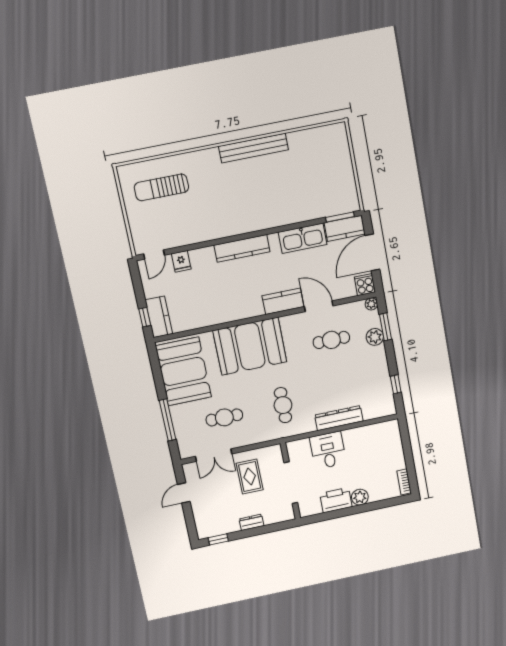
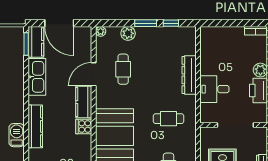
barbecue: (227, 228) -> (17, 135), added
cooker: (365, 285) -> (84, 126), moved
window: (386, 327) -> (146, 23), moved

